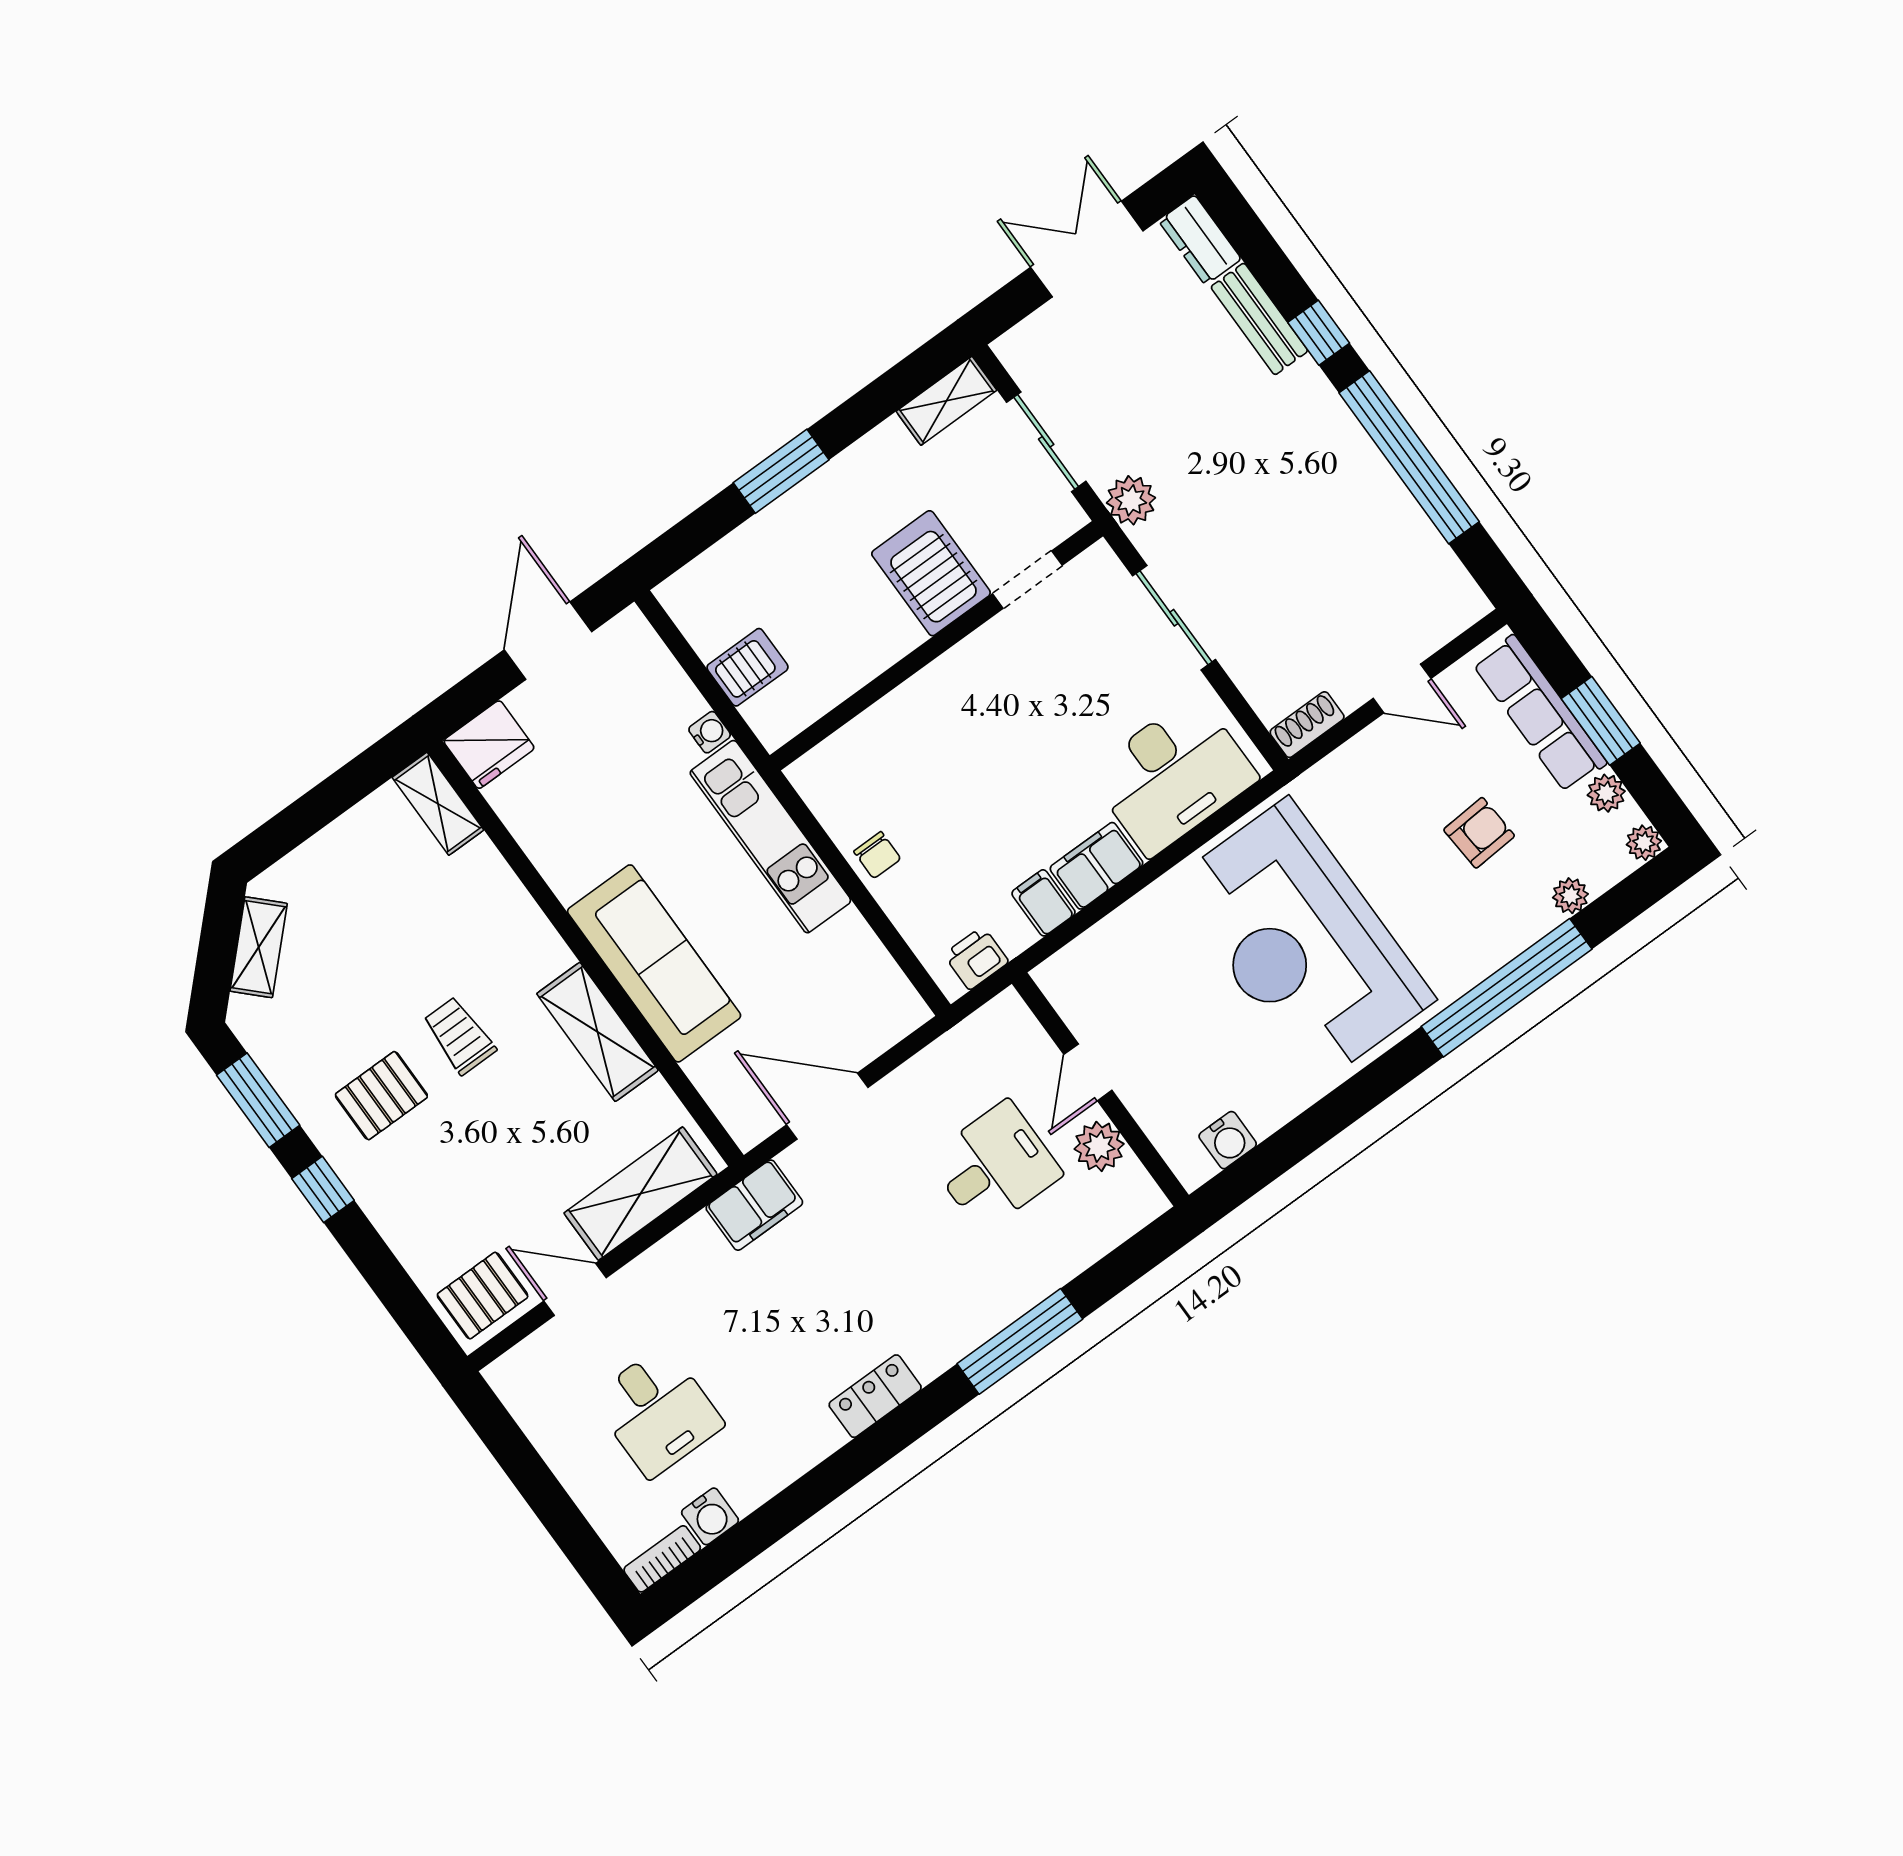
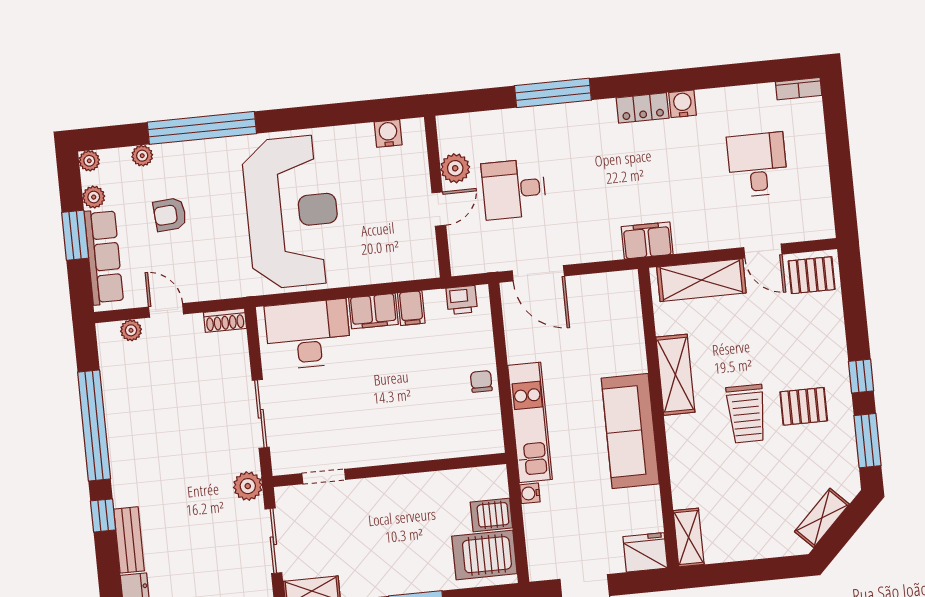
server rack: (931, 573) -> (484, 555), moved, turned 90
plant: (1437, 629) -> (131, 330), added
sofa: (654, 963) -> (630, 431), moved
trolley: (459, 1036) -> (746, 414), width x1.36, depth x1.39
door: (827, 1106) -> (538, 273), moved
water cooler: (710, 1516) -> (683, 104), moved

